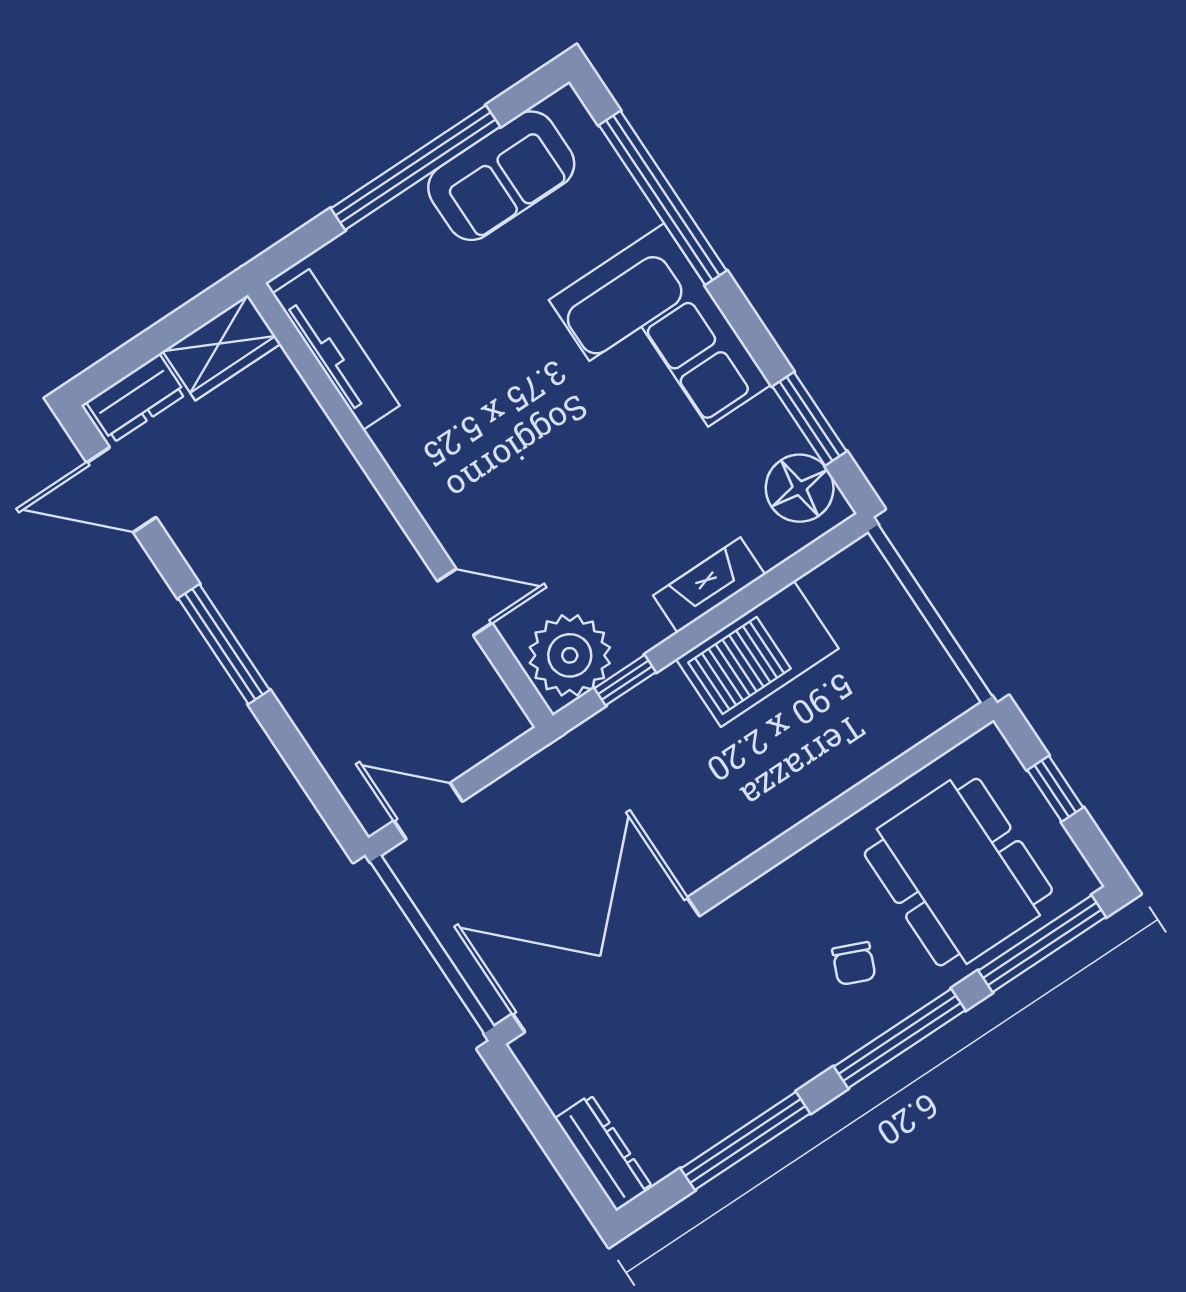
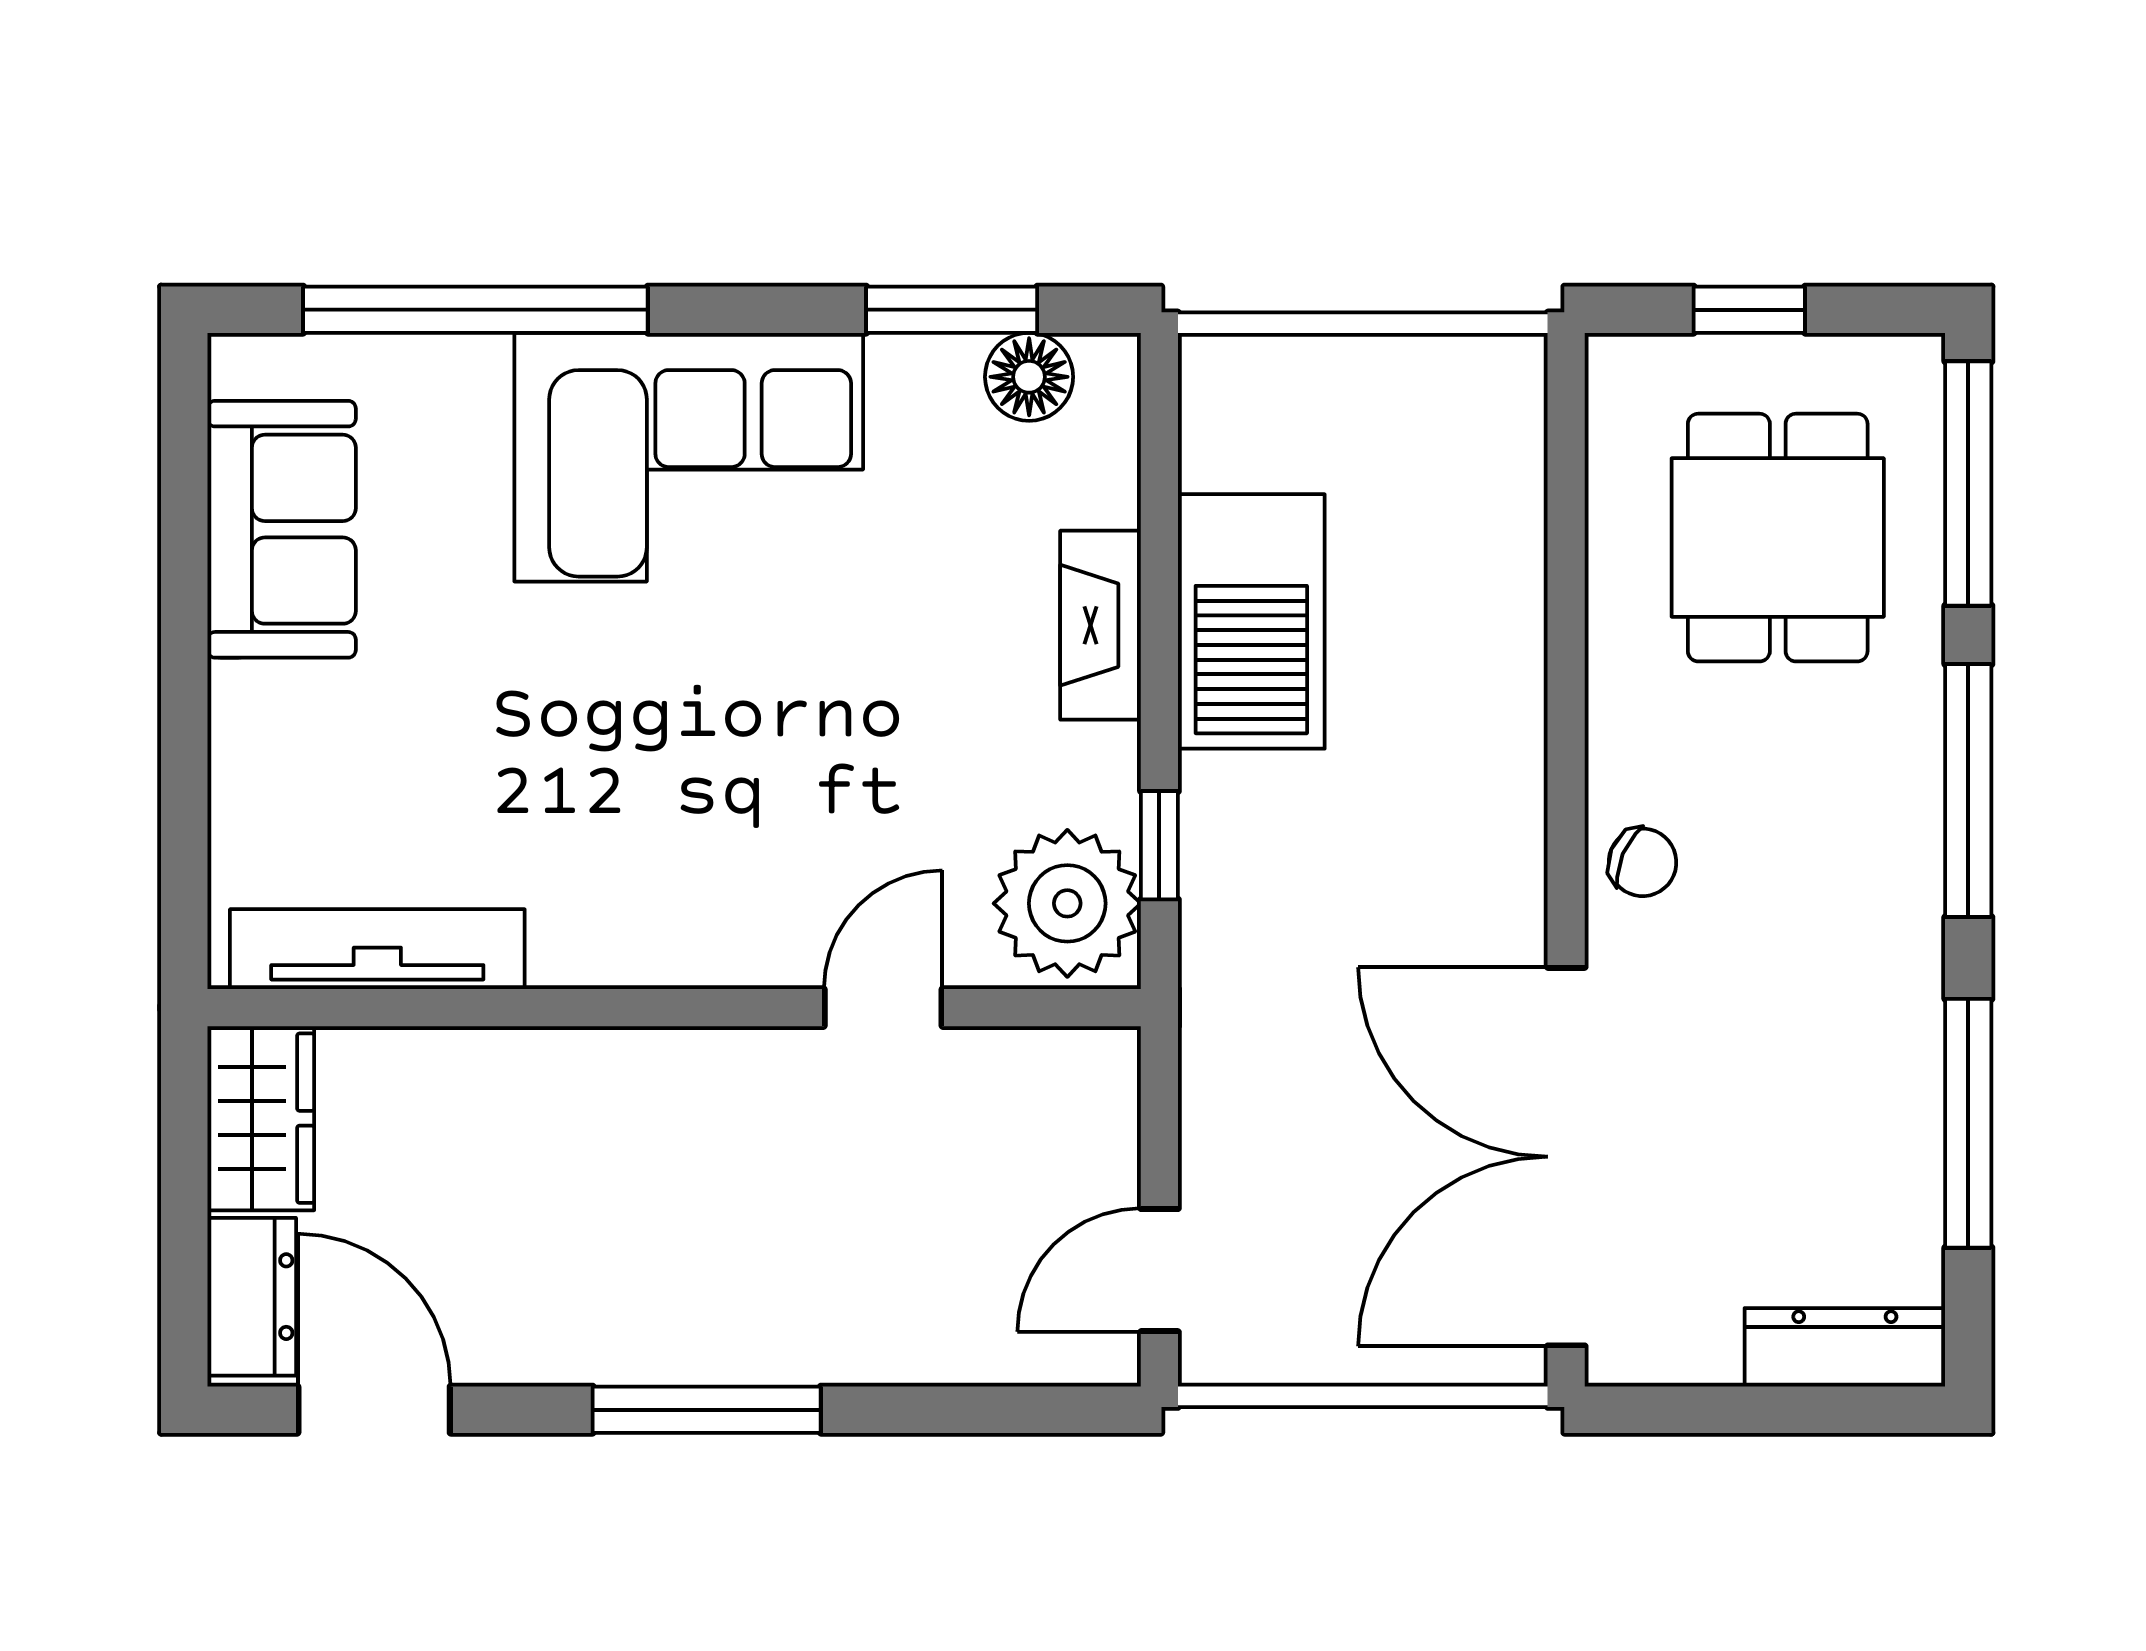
window: (416, 168) -> (184, 649), removed
floor lamp: (800, 488) -> (1029, 377), width x0.73, depth x0.73
door: (121, 490) -> (374, 1410), swing flipped
dining table: (958, 872) -> (1778, 538), width x0.73
chair: (854, 964) -> (1643, 862), moved

